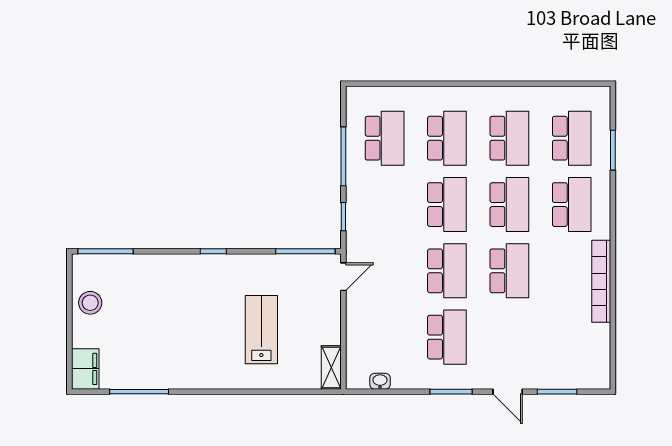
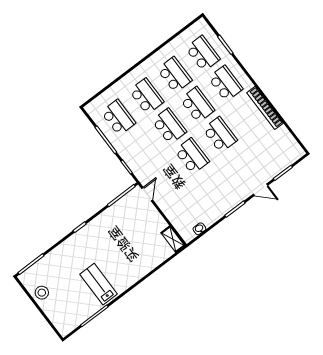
lab bench: (261, 330) -> (99, 284), moved
school desk: (447, 337) -> (214, 186), removed
filing cabinet: (85, 369) -> (62, 324), removed

